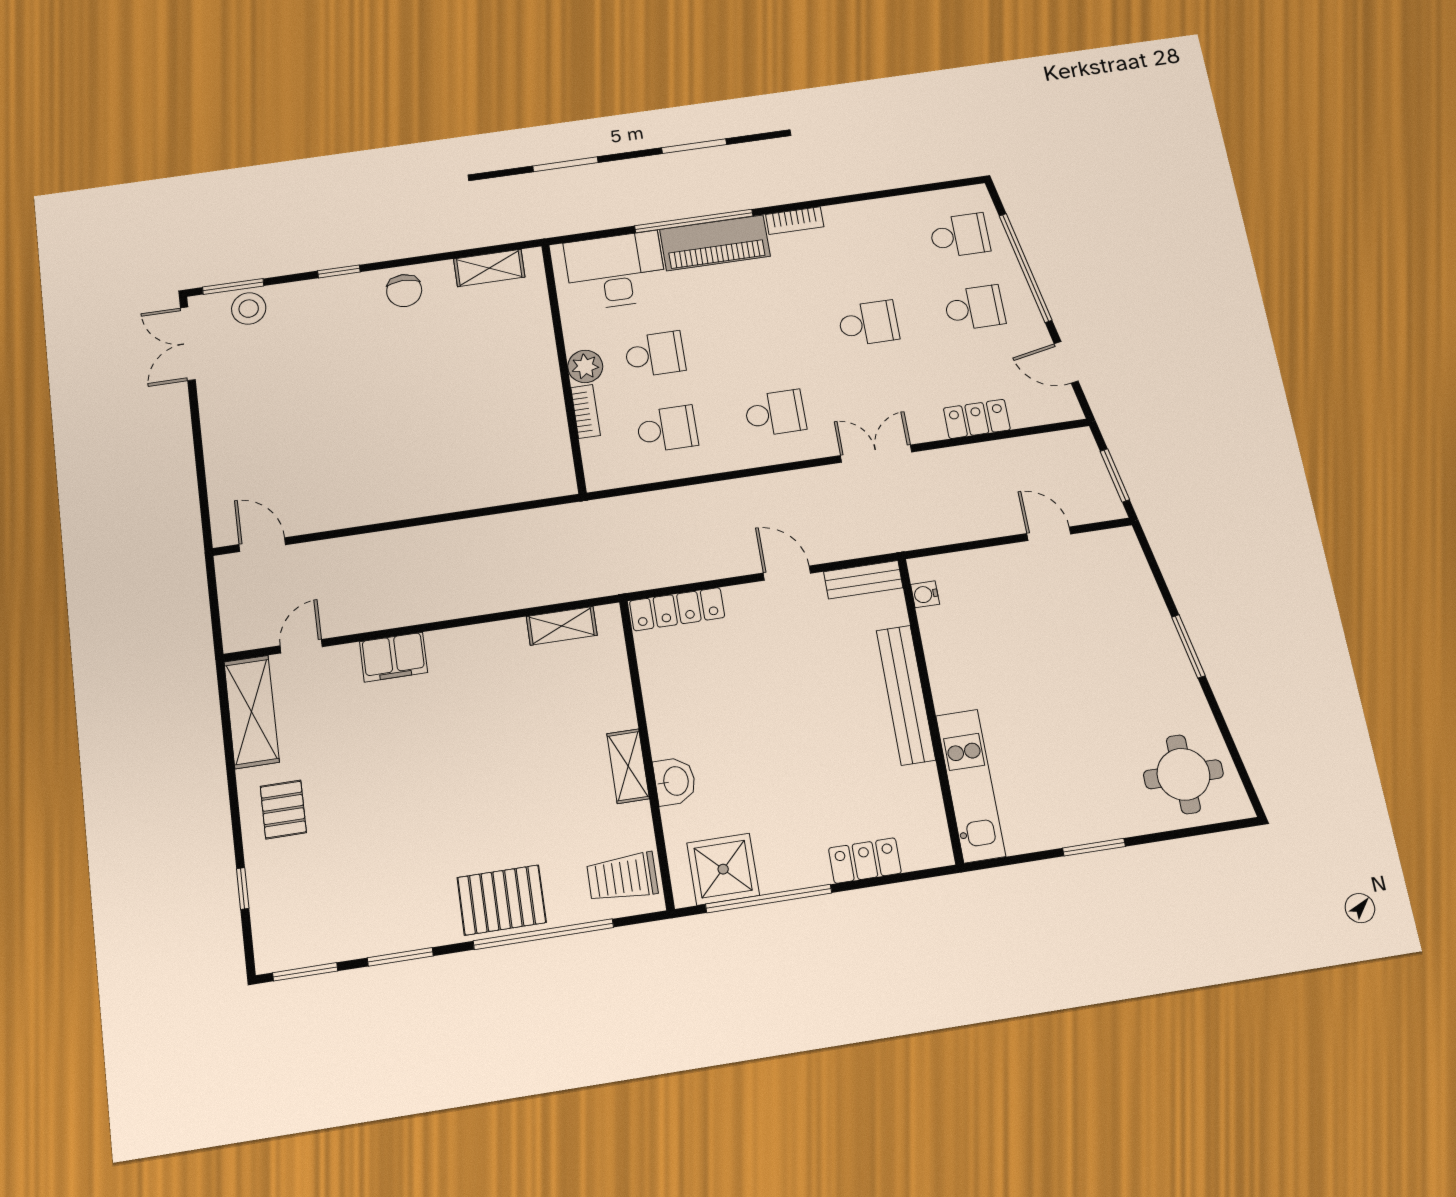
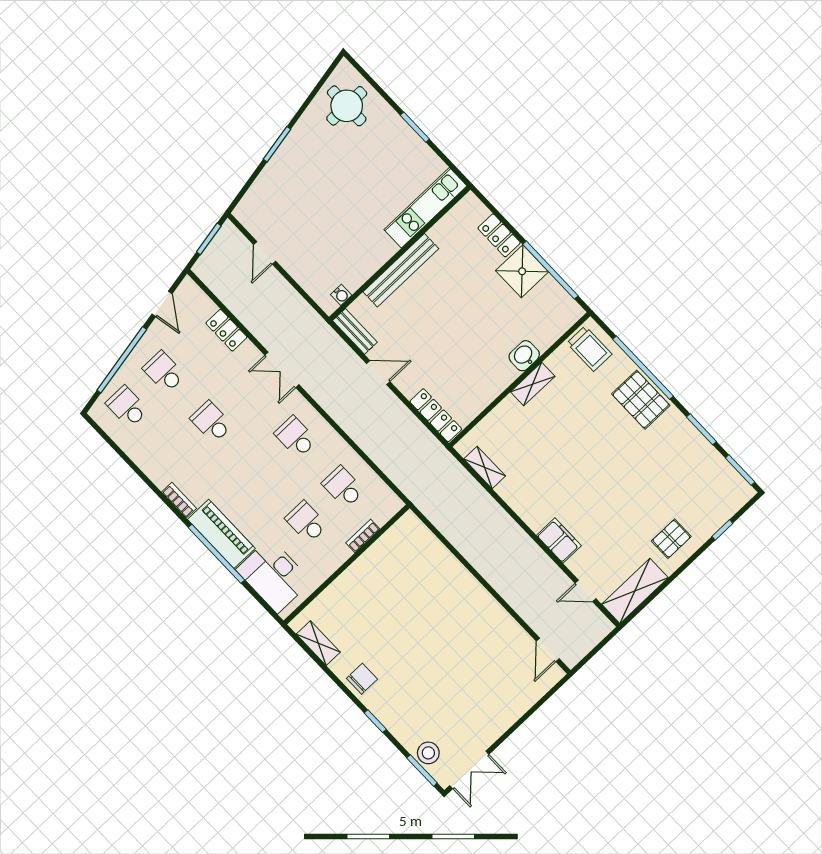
plant: (585, 366) -> (338, 554), removed
door: (787, 573) -> (378, 373), swing flipped
shower: (723, 869) -> (522, 271), moved

